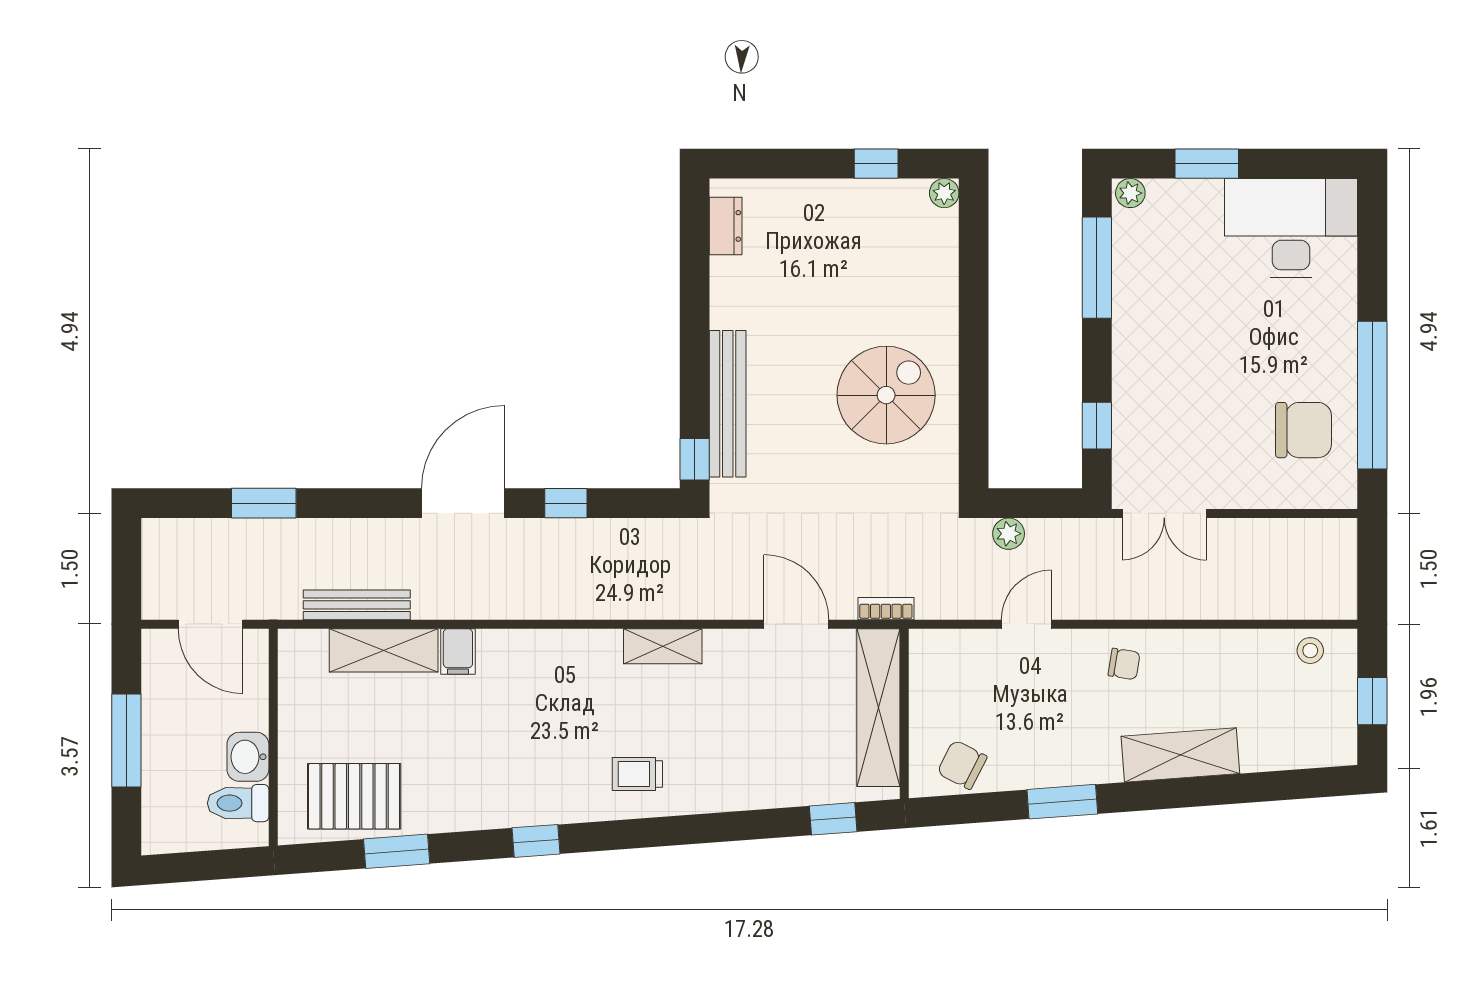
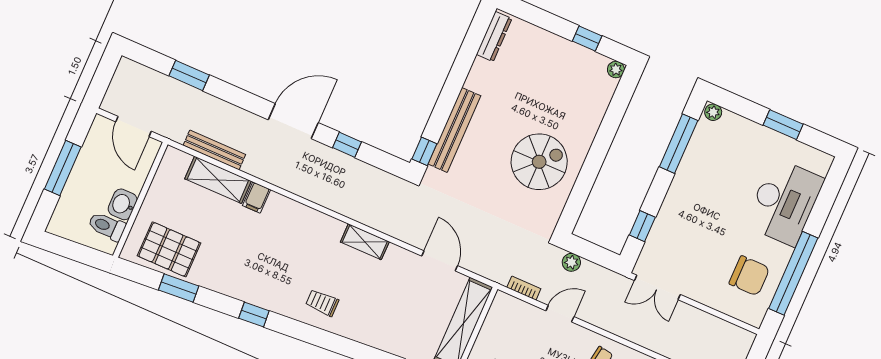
window: (1207, 164) -> (783, 125), moved
dresser: (726, 226) -> (494, 37), width x1.44
desk: (1291, 228) -> (784, 202), moved, turned 90
bookcase: (886, 609) -> (524, 288), moved

